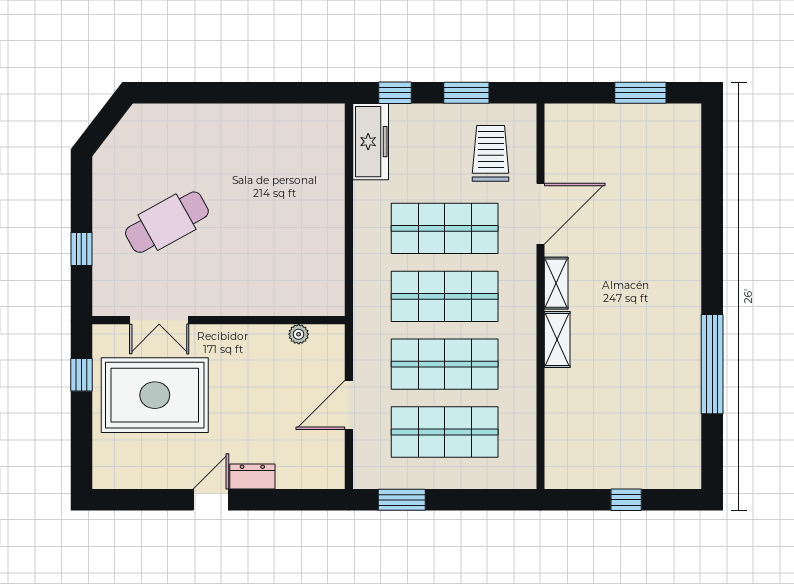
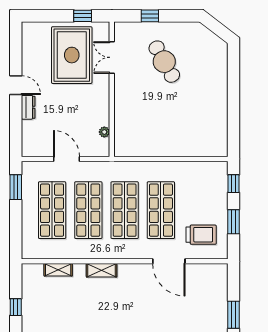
freezer: (371, 142) -> (207, 171), removed
shelving: (556, 283) -> (58, 270), moved

